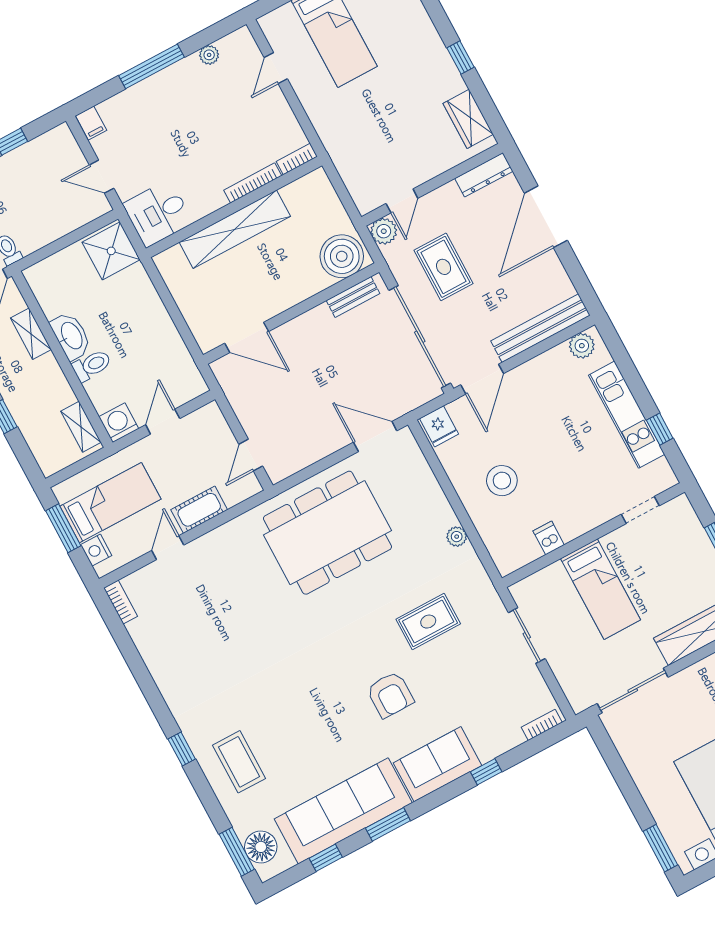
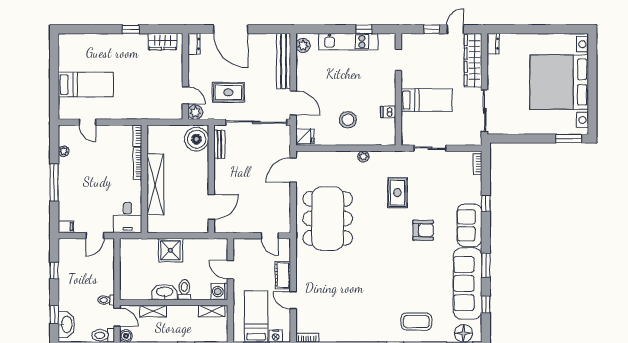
dresser: (484, 175) -> (194, 44), width x0.70
shower: (111, 251) -> (170, 250), moved

